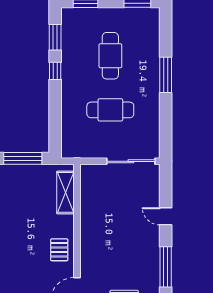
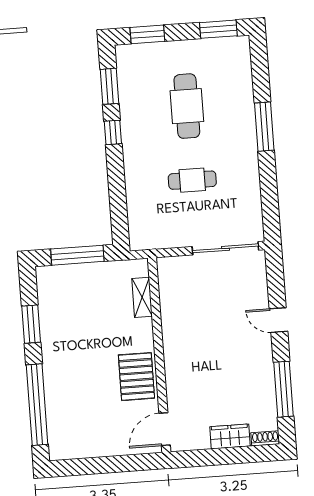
cafe table: (110, 110) -> (192, 180), width x0.73, depth x0.74
shelving: (65, 192) -> (142, 297), width x0.67, depth x0.75
pallet: (59, 250) -> (136, 377), width x1.50, depth x1.42

